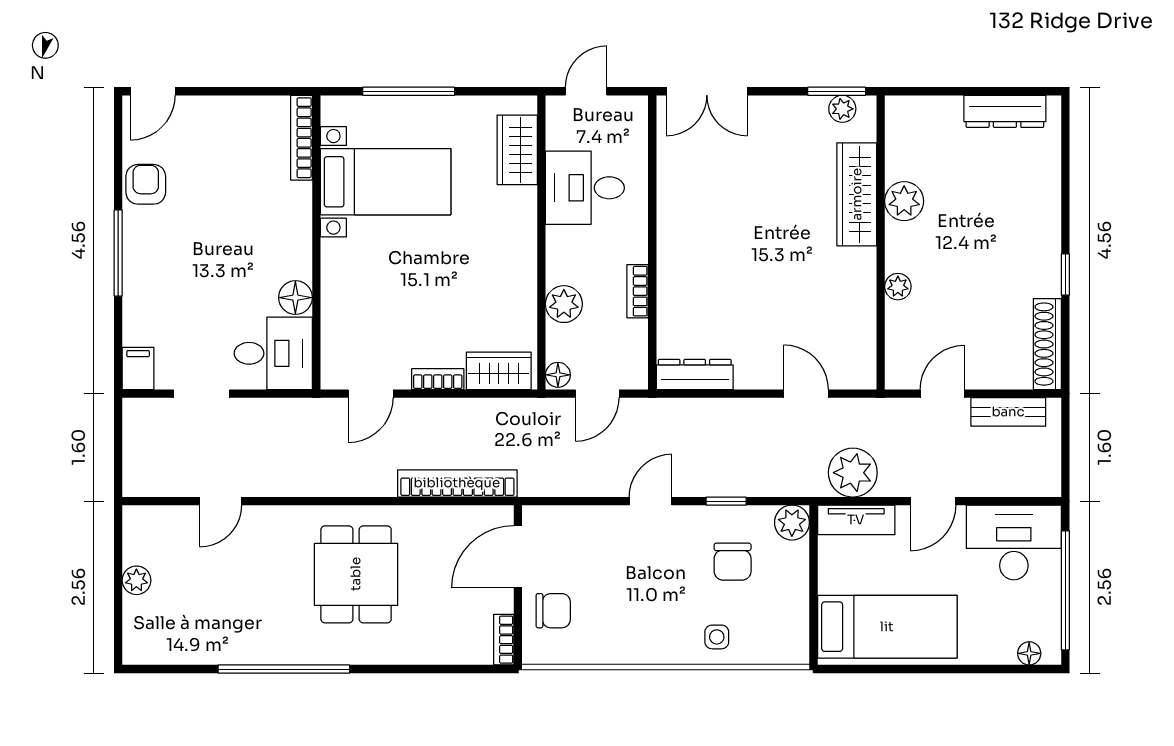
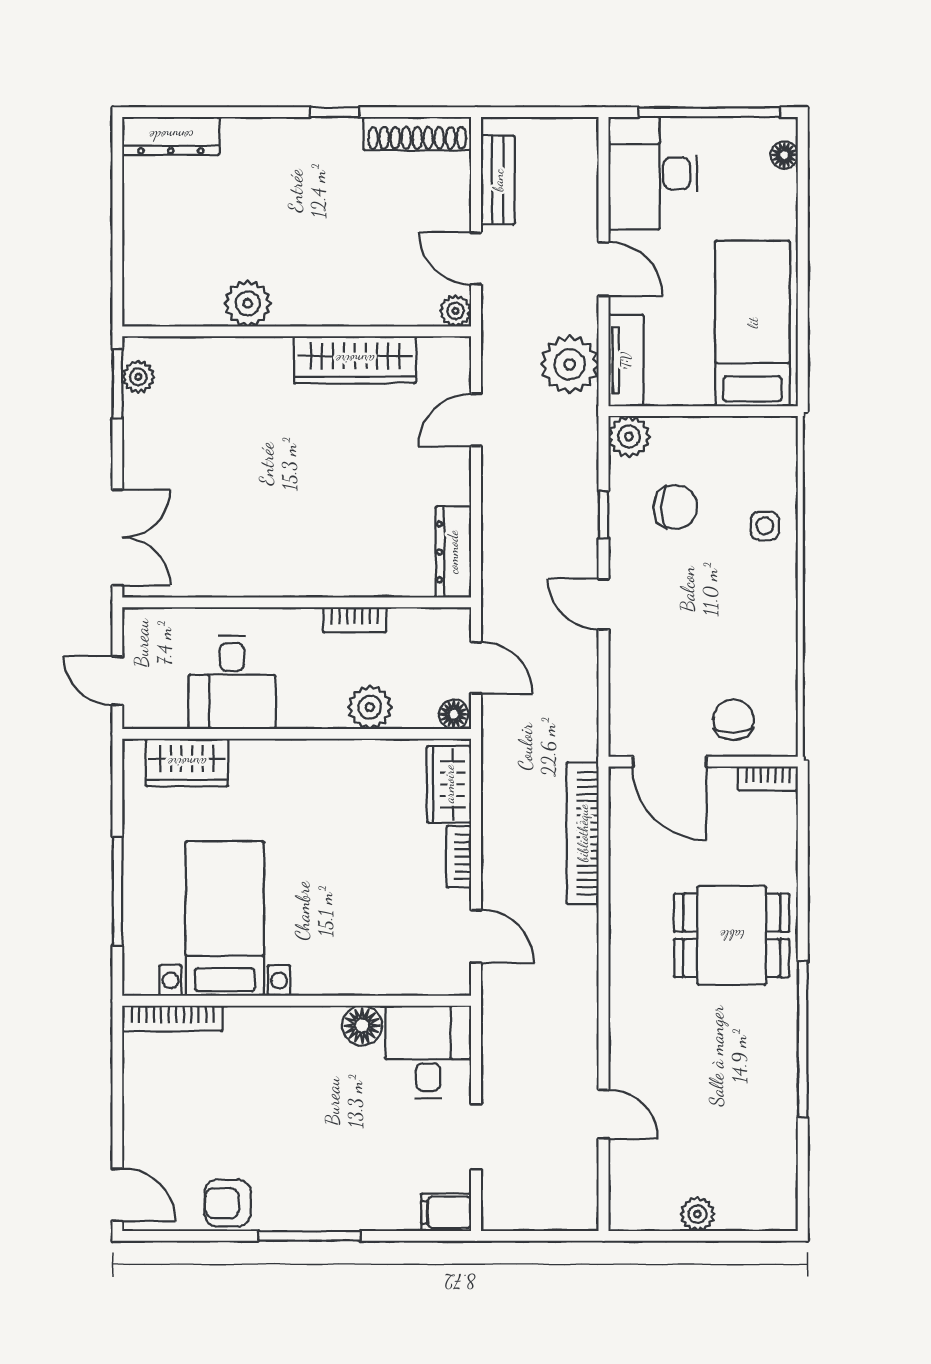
dresser: (1005, 111) -> (171, 136), moved, turned 90
wardrobe: (857, 194) -> (355, 360), moved
plant: (898, 287) -> (456, 311), moved
dining table: (356, 574) -> (732, 935), moved

